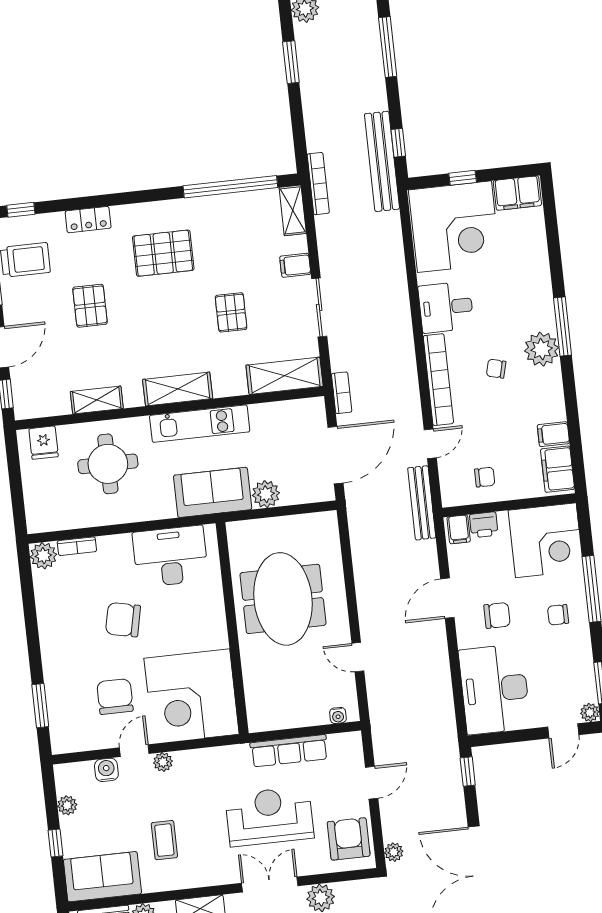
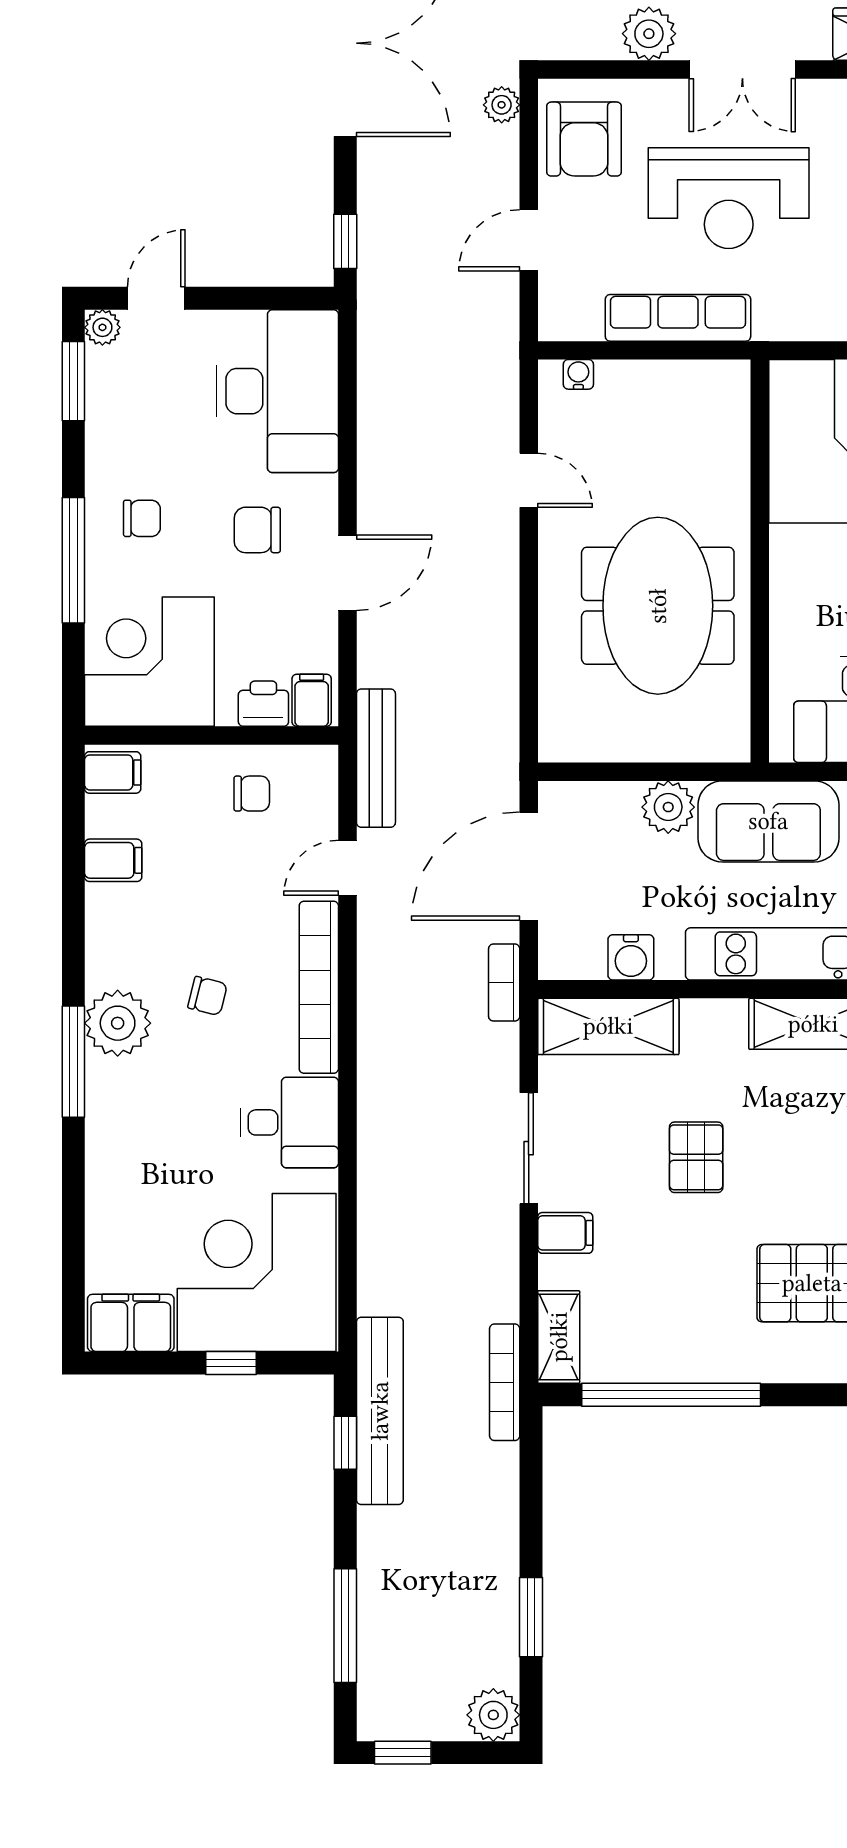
water cooler: (277, 413) -> (631, 957), added
filing cabinet: (558, 469) -> (113, 772), width x0.50
chair: (485, 477) -> (252, 794), turned 180

